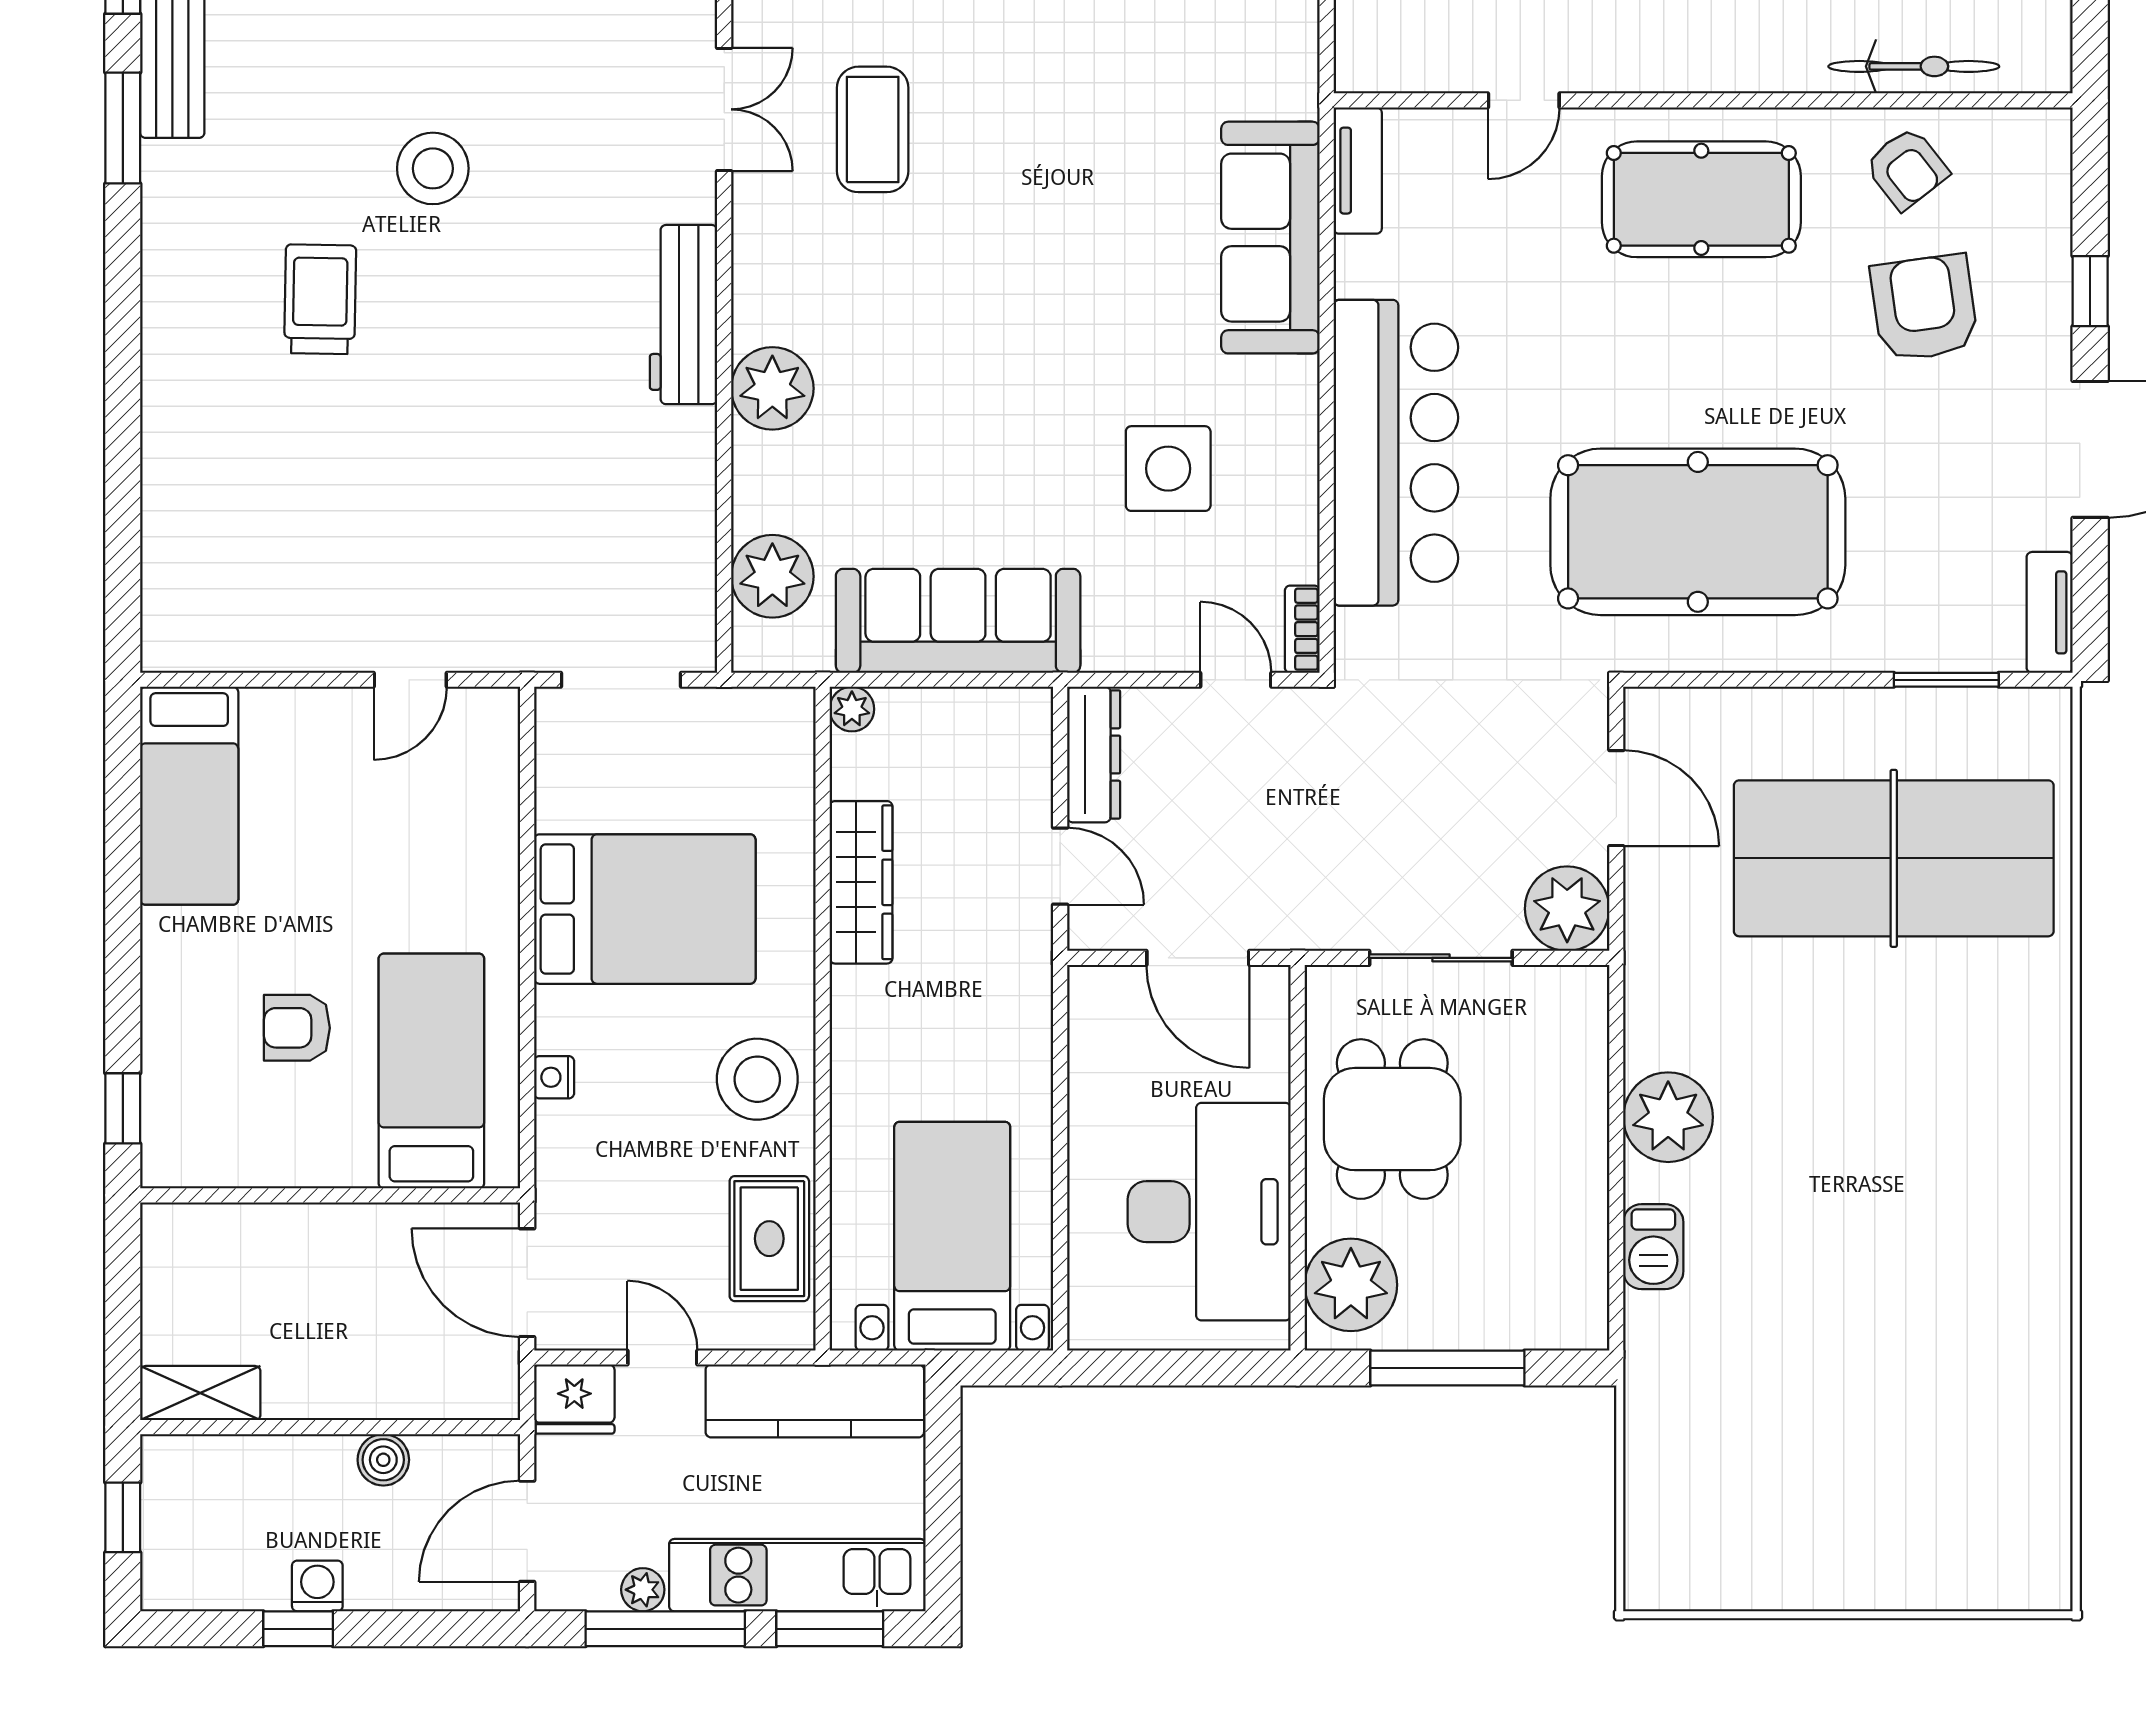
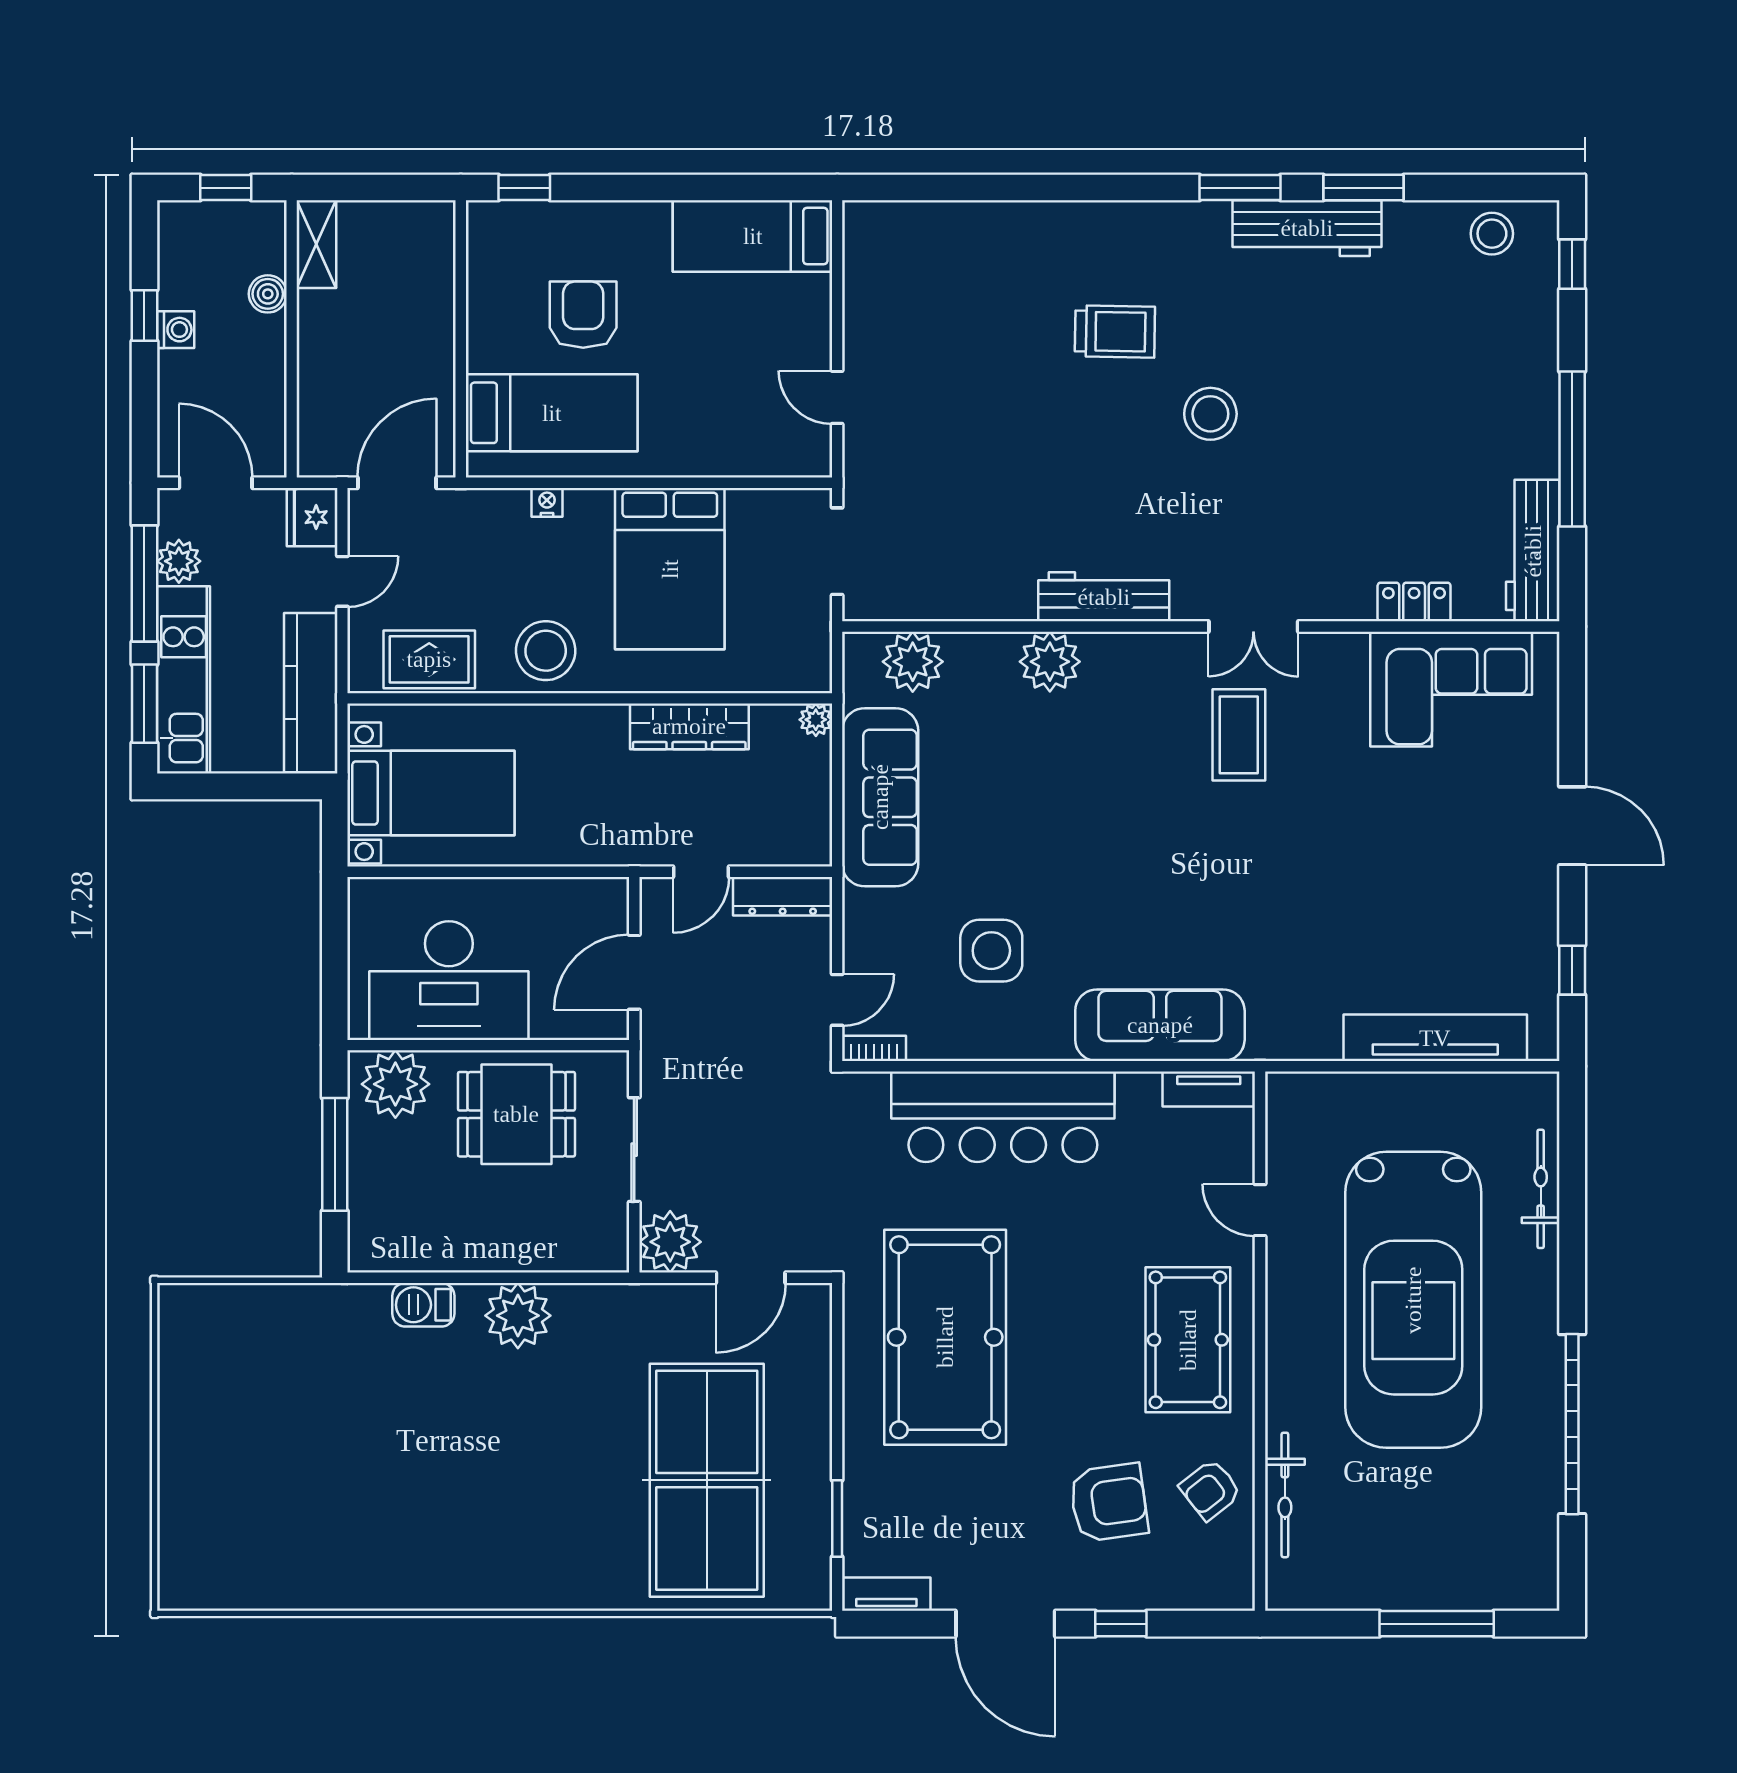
coffee table: (873, 129) -> (1239, 735), turned 90
armchair: (297, 1028) -> (583, 315), width x1.38, depth x1.38
boiler: (383, 1460) -> (268, 294), moved
plant: (643, 1590) -> (179, 561), width x1.38, depth x1.38

